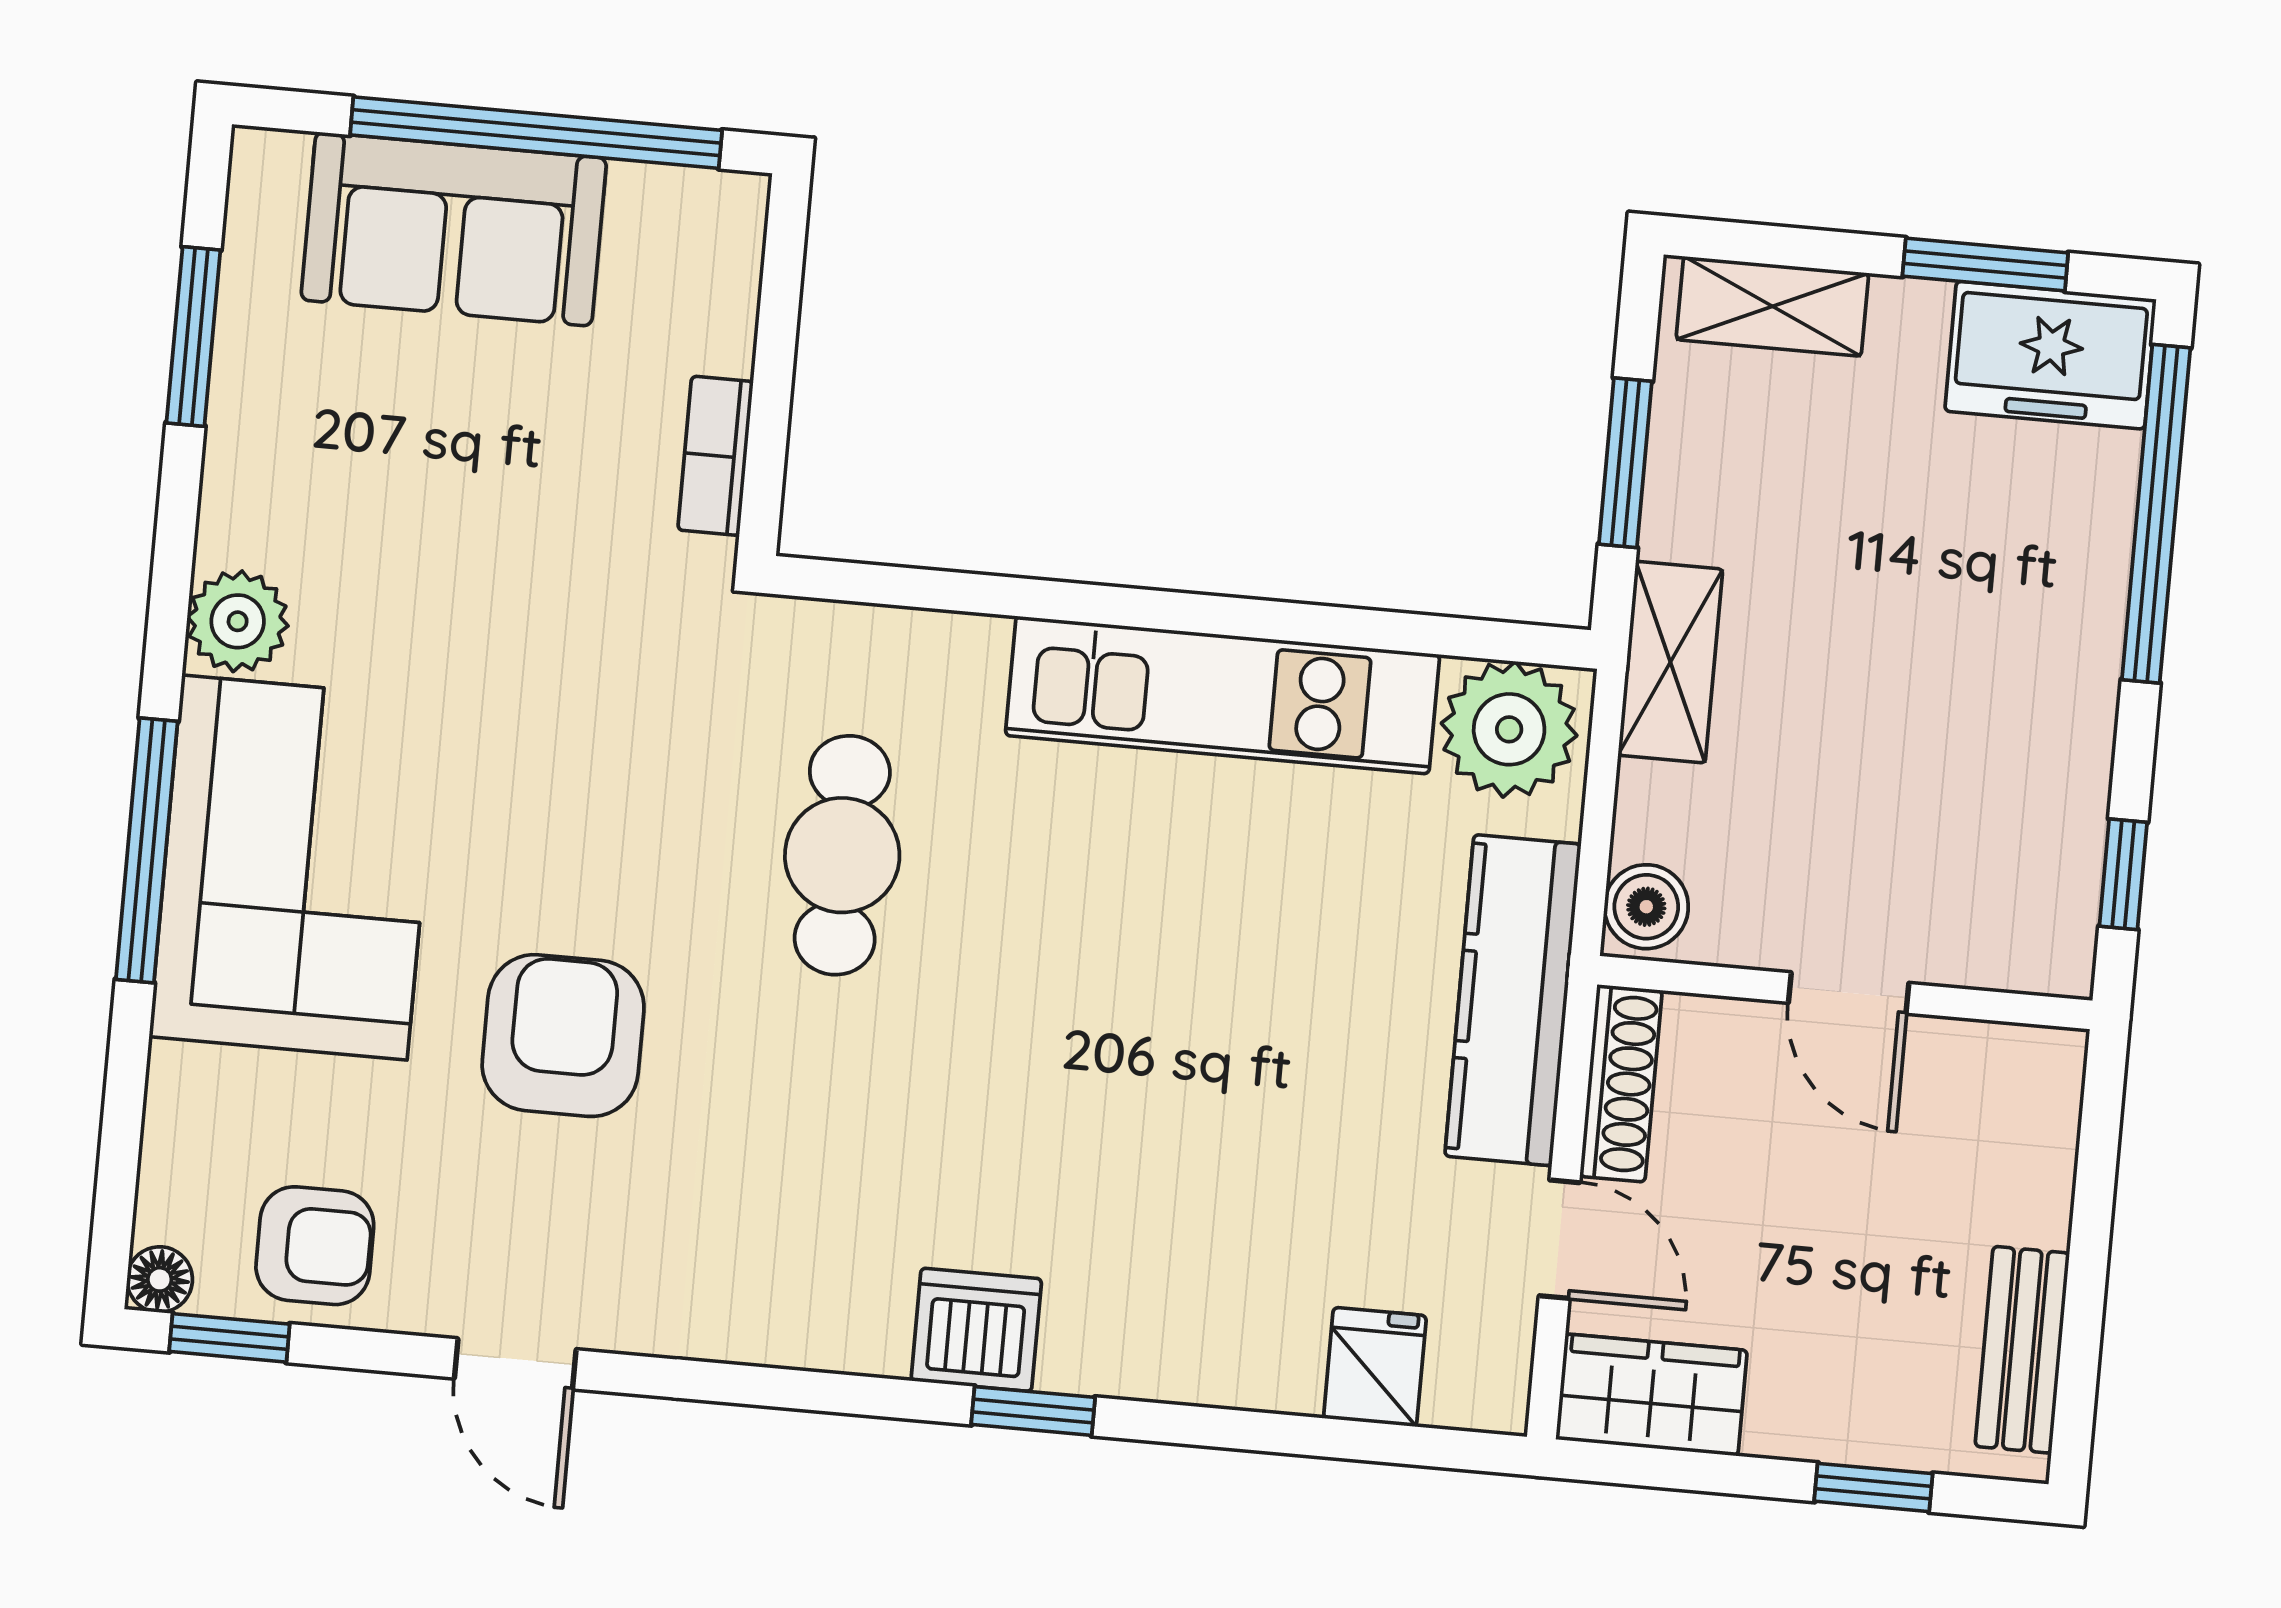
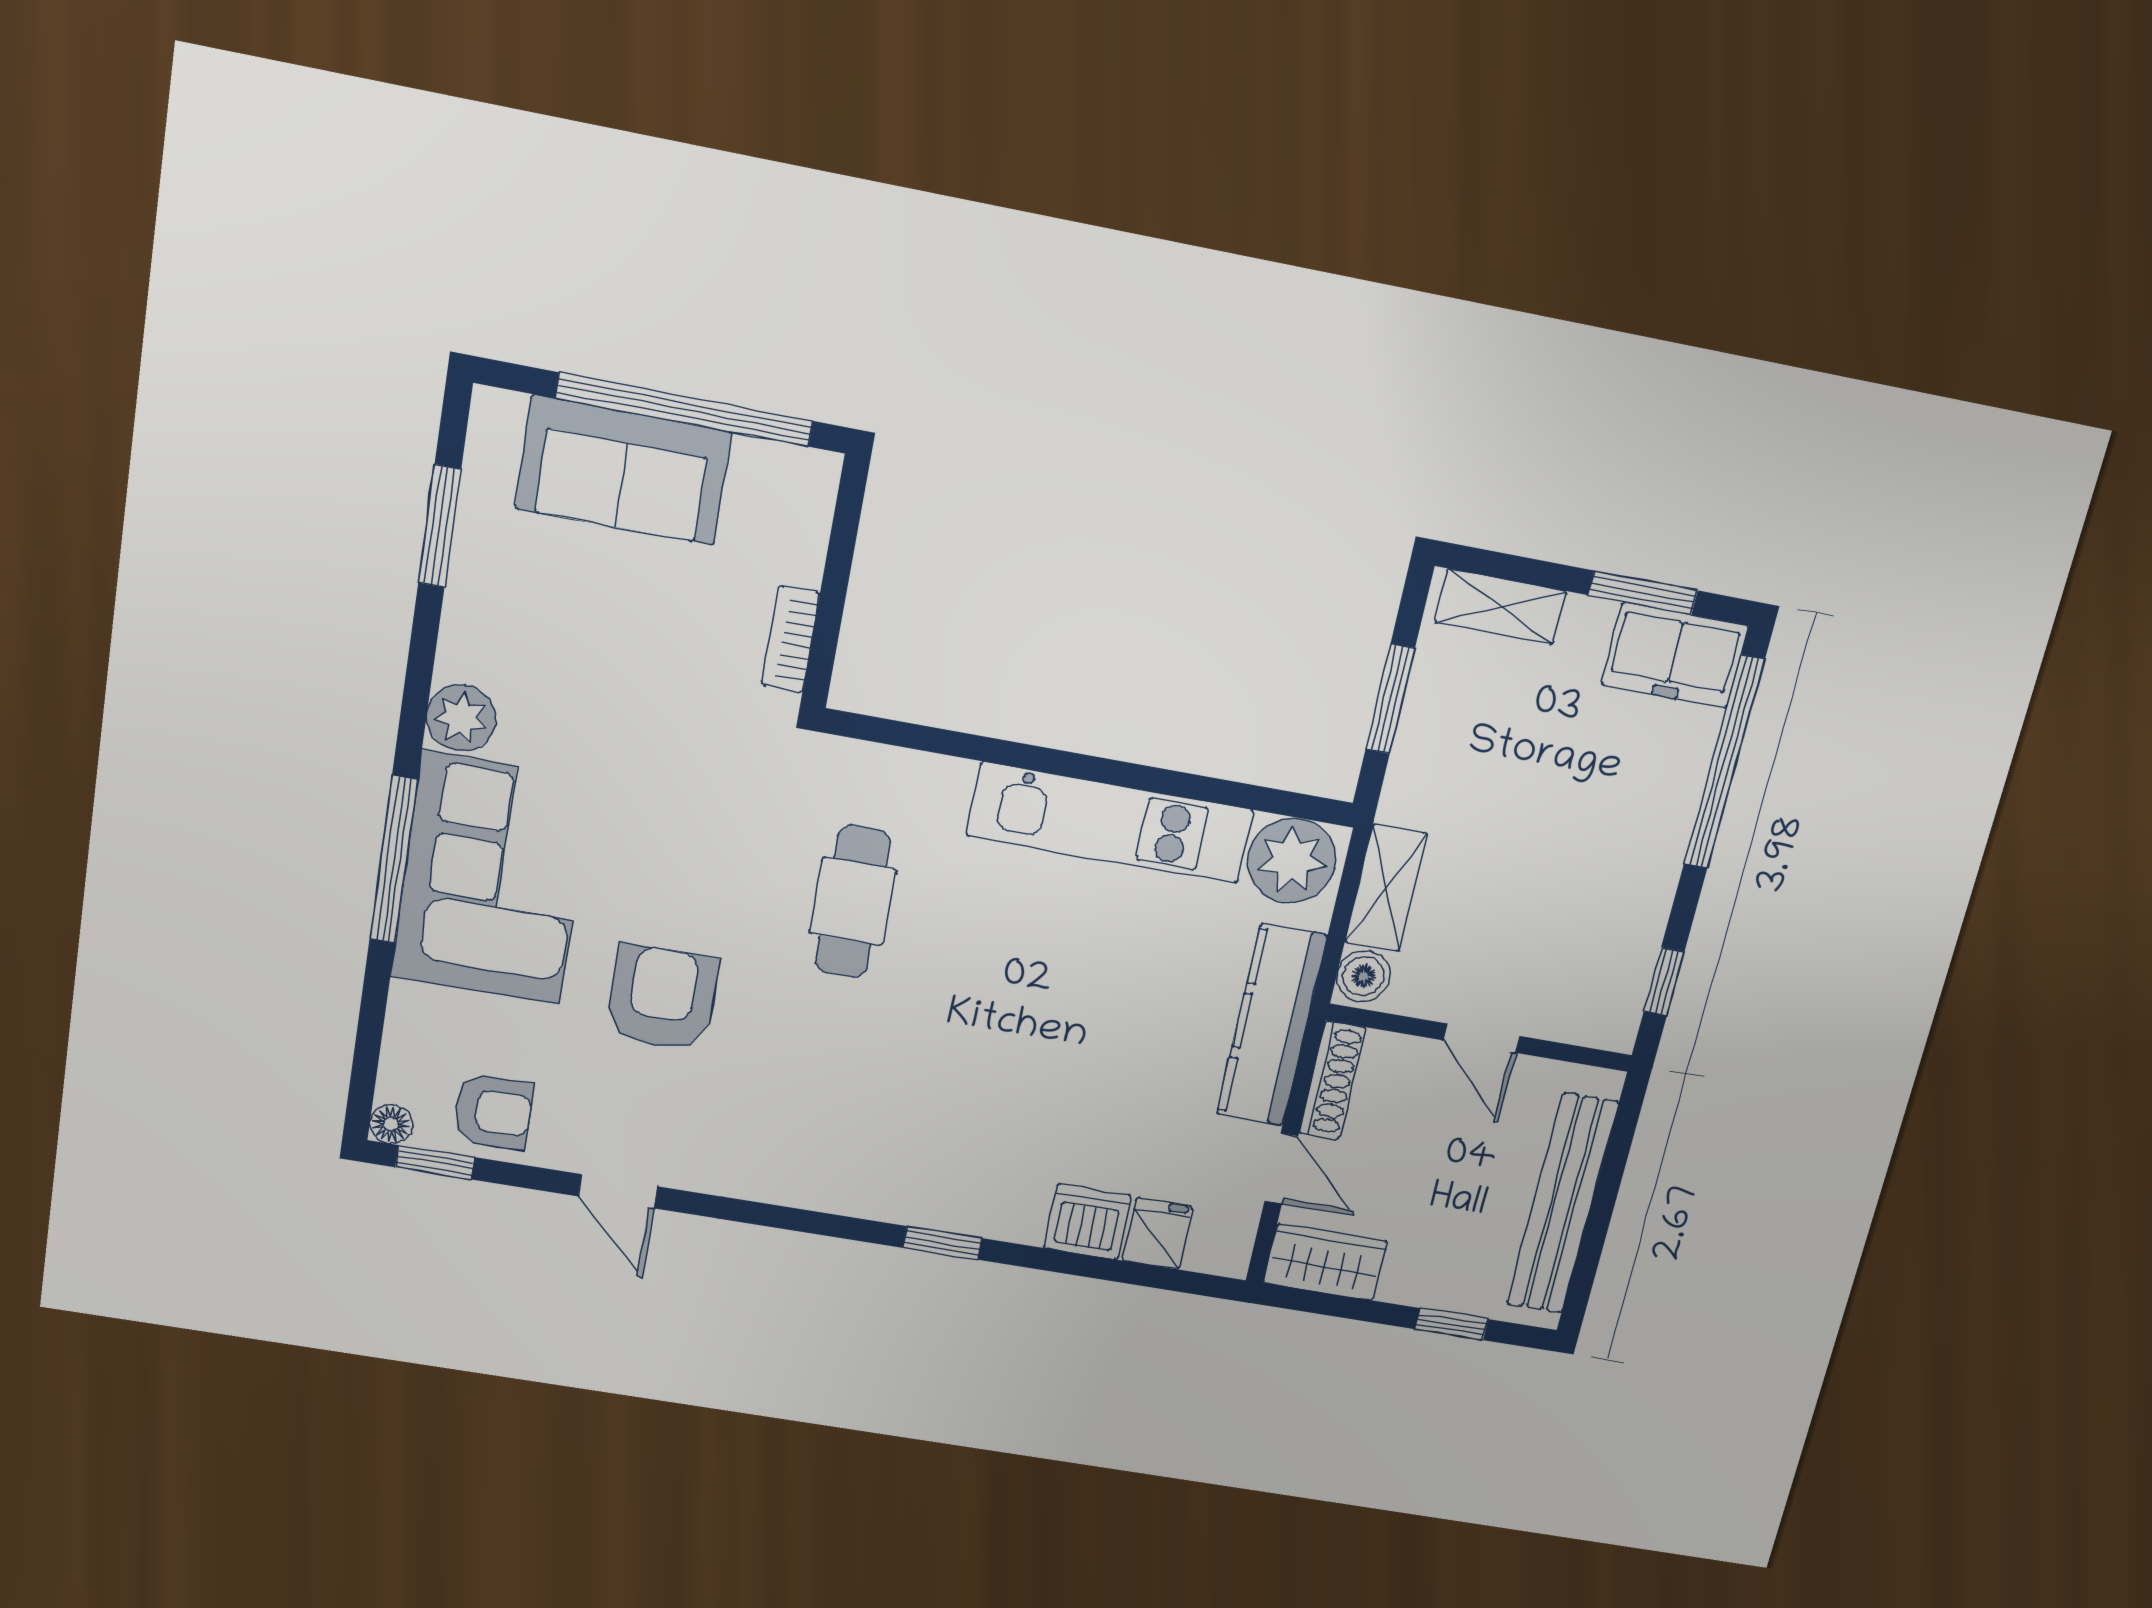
shelving: (1670, 662) -> (1386, 888), moved
dishwasher: (976, 1330) -> (1087, 1222), moved
bench: (2022, 1350) -> (1562, 1204), width x1.86, depth x1.21

